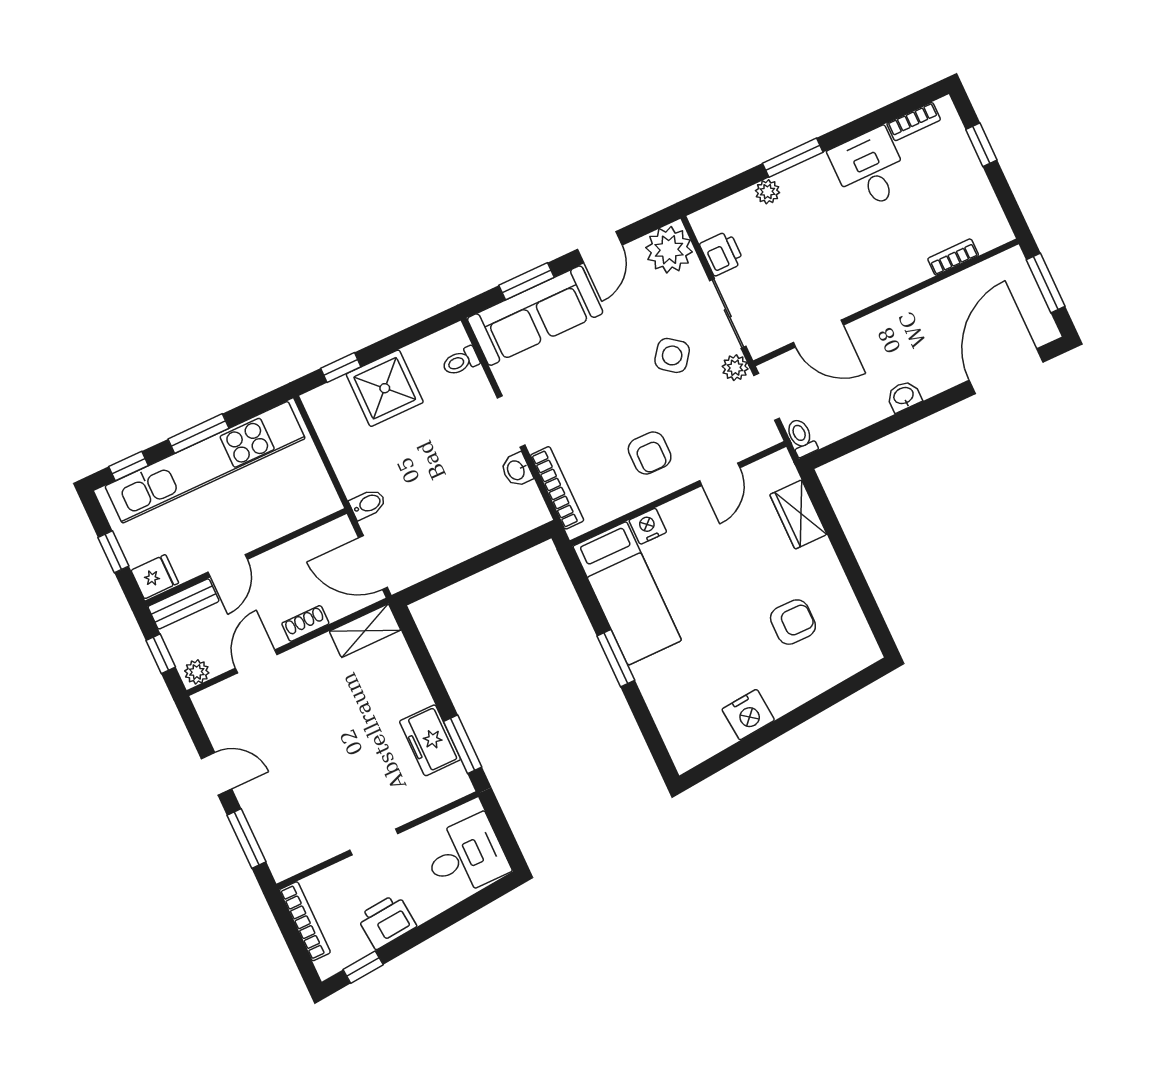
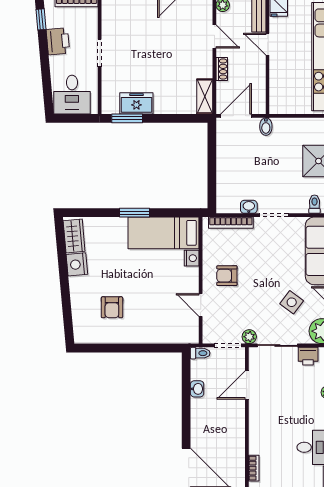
side table: (672, 355) -> (292, 302), moved
washbasin: (904, 396) -> (197, 389), moved
wardrobe: (798, 514) -> (74, 236), moved, turned 85

